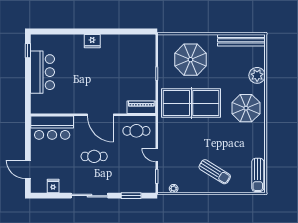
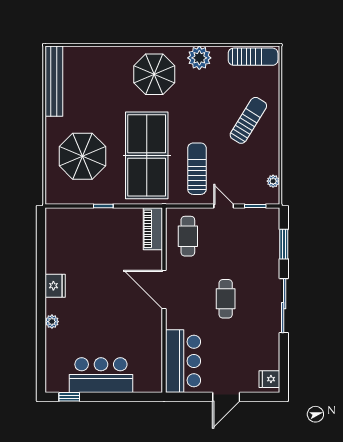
plant: (79, 39) -> (52, 322), added
fridge: (92, 41) -> (55, 286), moved
plant: (257, 75) -> (199, 58), moved
door: (100, 115) -> (164, 289), swing flipped
sun lounger: (182, 137) -> (197, 169), added
door: (157, 155) -> (224, 206), swing flipped
door: (28, 169) -> (226, 397), moved
fridge: (53, 186) -> (269, 379), moved

